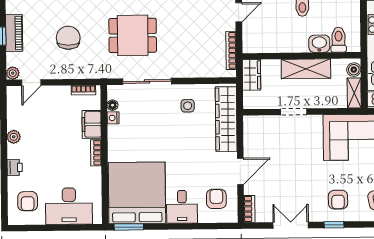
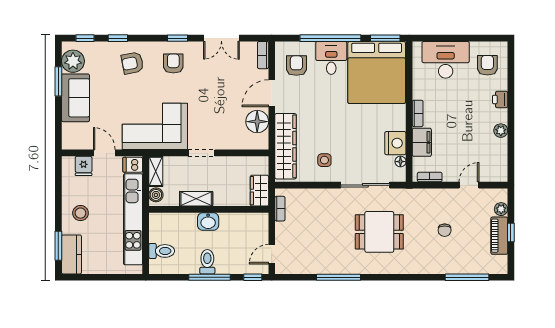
chair: (68, 38) -> (445, 230), width x0.54, depth x0.54
toilet: (339, 40) -> (162, 251), moved, turned -90
washbasin: (319, 44) -> (208, 221), moved
bookcase: (231, 50) -> (280, 209), width x0.64
shelving: (306, 69) -> (196, 199), width x0.67, depth x0.75
plant: (13, 73) -> (501, 209), moved
door: (31, 83) -> (469, 185), moved
doorway: (294, 112) -> (202, 153), moved
nightstand: (113, 118) -> (395, 143), width x1.89, depth x1.79
floor lamp: (254, 143) -> (257, 122), added
armchair: (216, 199) -> (296, 66), turned 180
window: (183, 226) -> (330, 38), added

